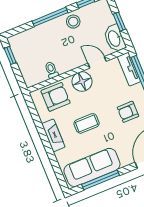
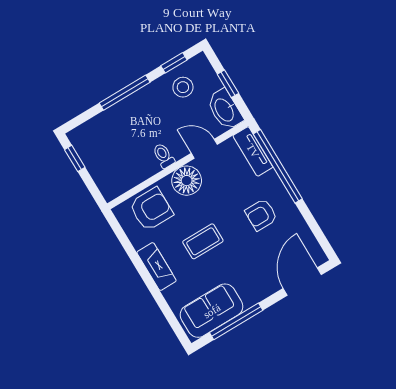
stool: (73, 22) -> (183, 87), moved
toilet: (51, 70) -> (164, 156), moved
sofa: (92, 167) -> (212, 311), width x0.73

